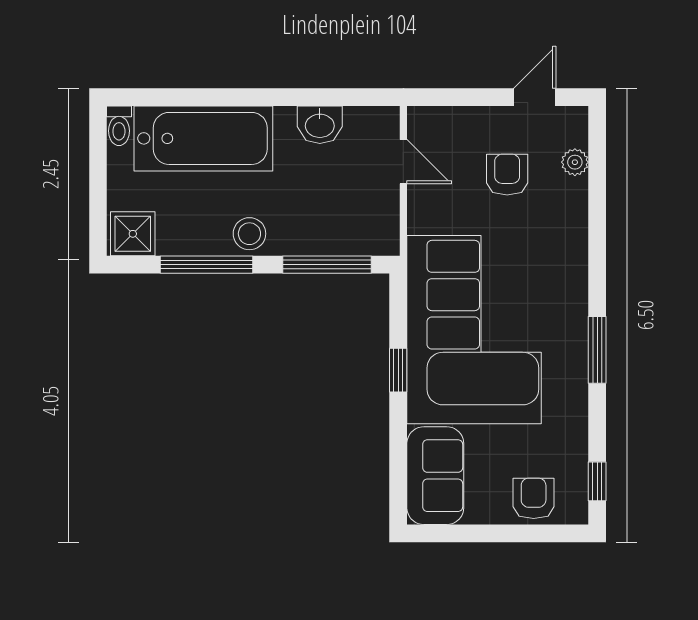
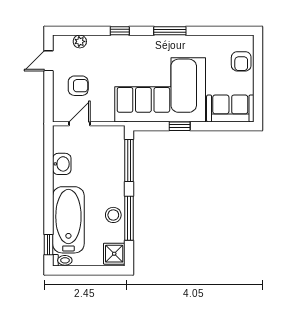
window: (152, 97) -> (49, 245), added
door: (535, 97) -> (49, 61), hinge flipped
armchair: (507, 175) -> (78, 86), moved, turned 180
stool: (249, 234) -> (113, 215), moved
window: (597, 481) -> (120, 31), moved
armchair: (534, 498) -> (241, 61), turned -90

